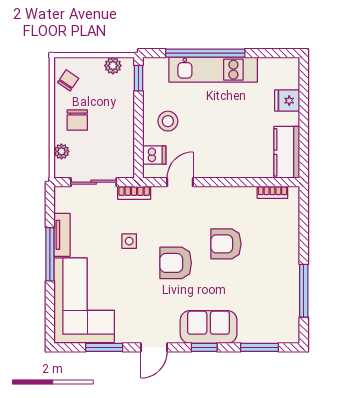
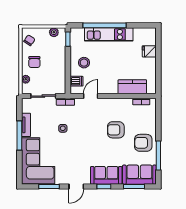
kitchen counter: (287, 152) -> (132, 87), moved, turned 90
armchair: (176, 263) -> (143, 143), moved
sofa: (269, 326) -> (139, 175), added

